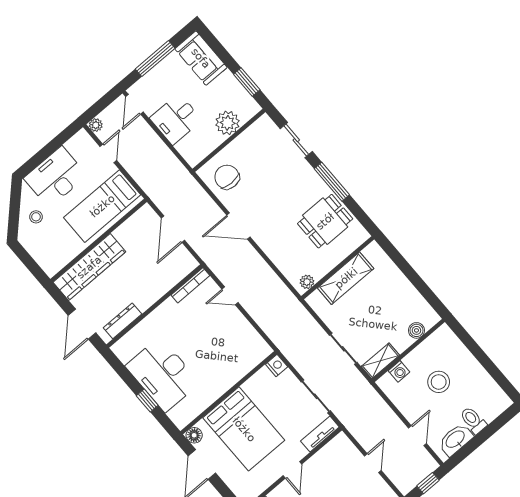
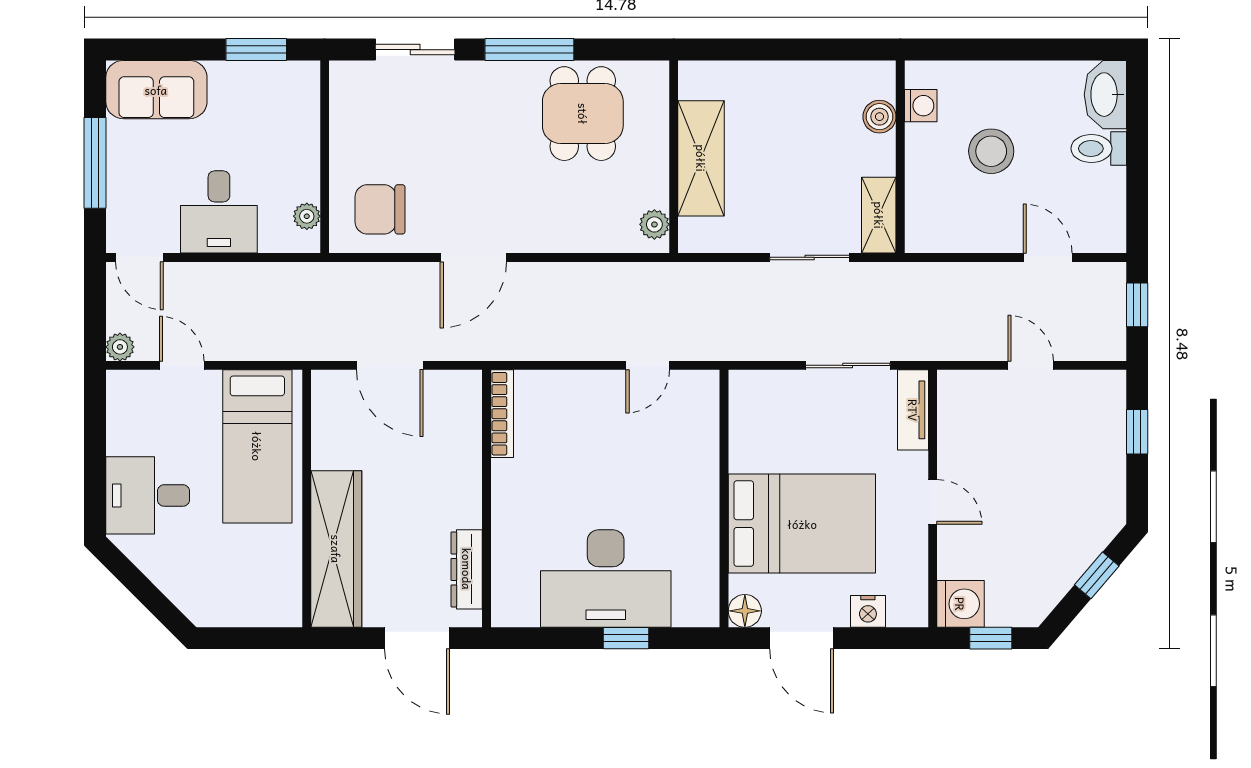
plant: (228, 123) -> (307, 216), moved, width x0.53, depth x0.53
desk: (55, 177) -> (148, 495), width x0.73
stool: (36, 217) -> (185, 566), removed
door: (230, 296) -> (648, 365), moved
nightstand: (277, 365) -> (868, 611), moved, turned 180
washing machine: (399, 371) -> (921, 106), moved
washbasin: (456, 440) -> (1105, 95), moved

